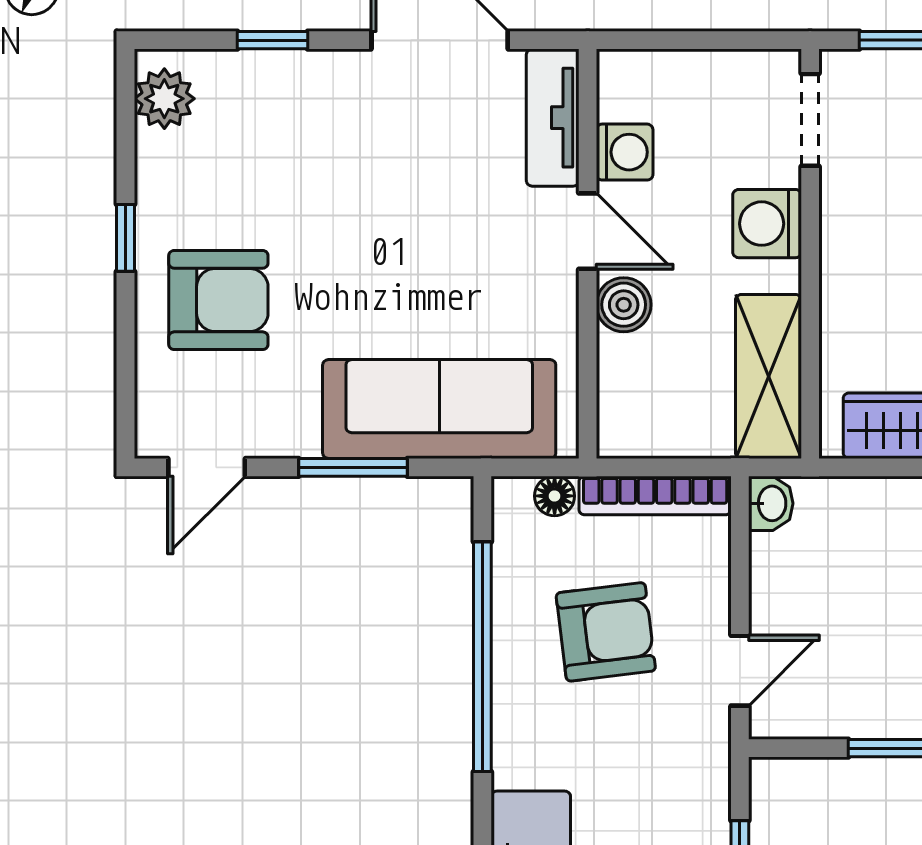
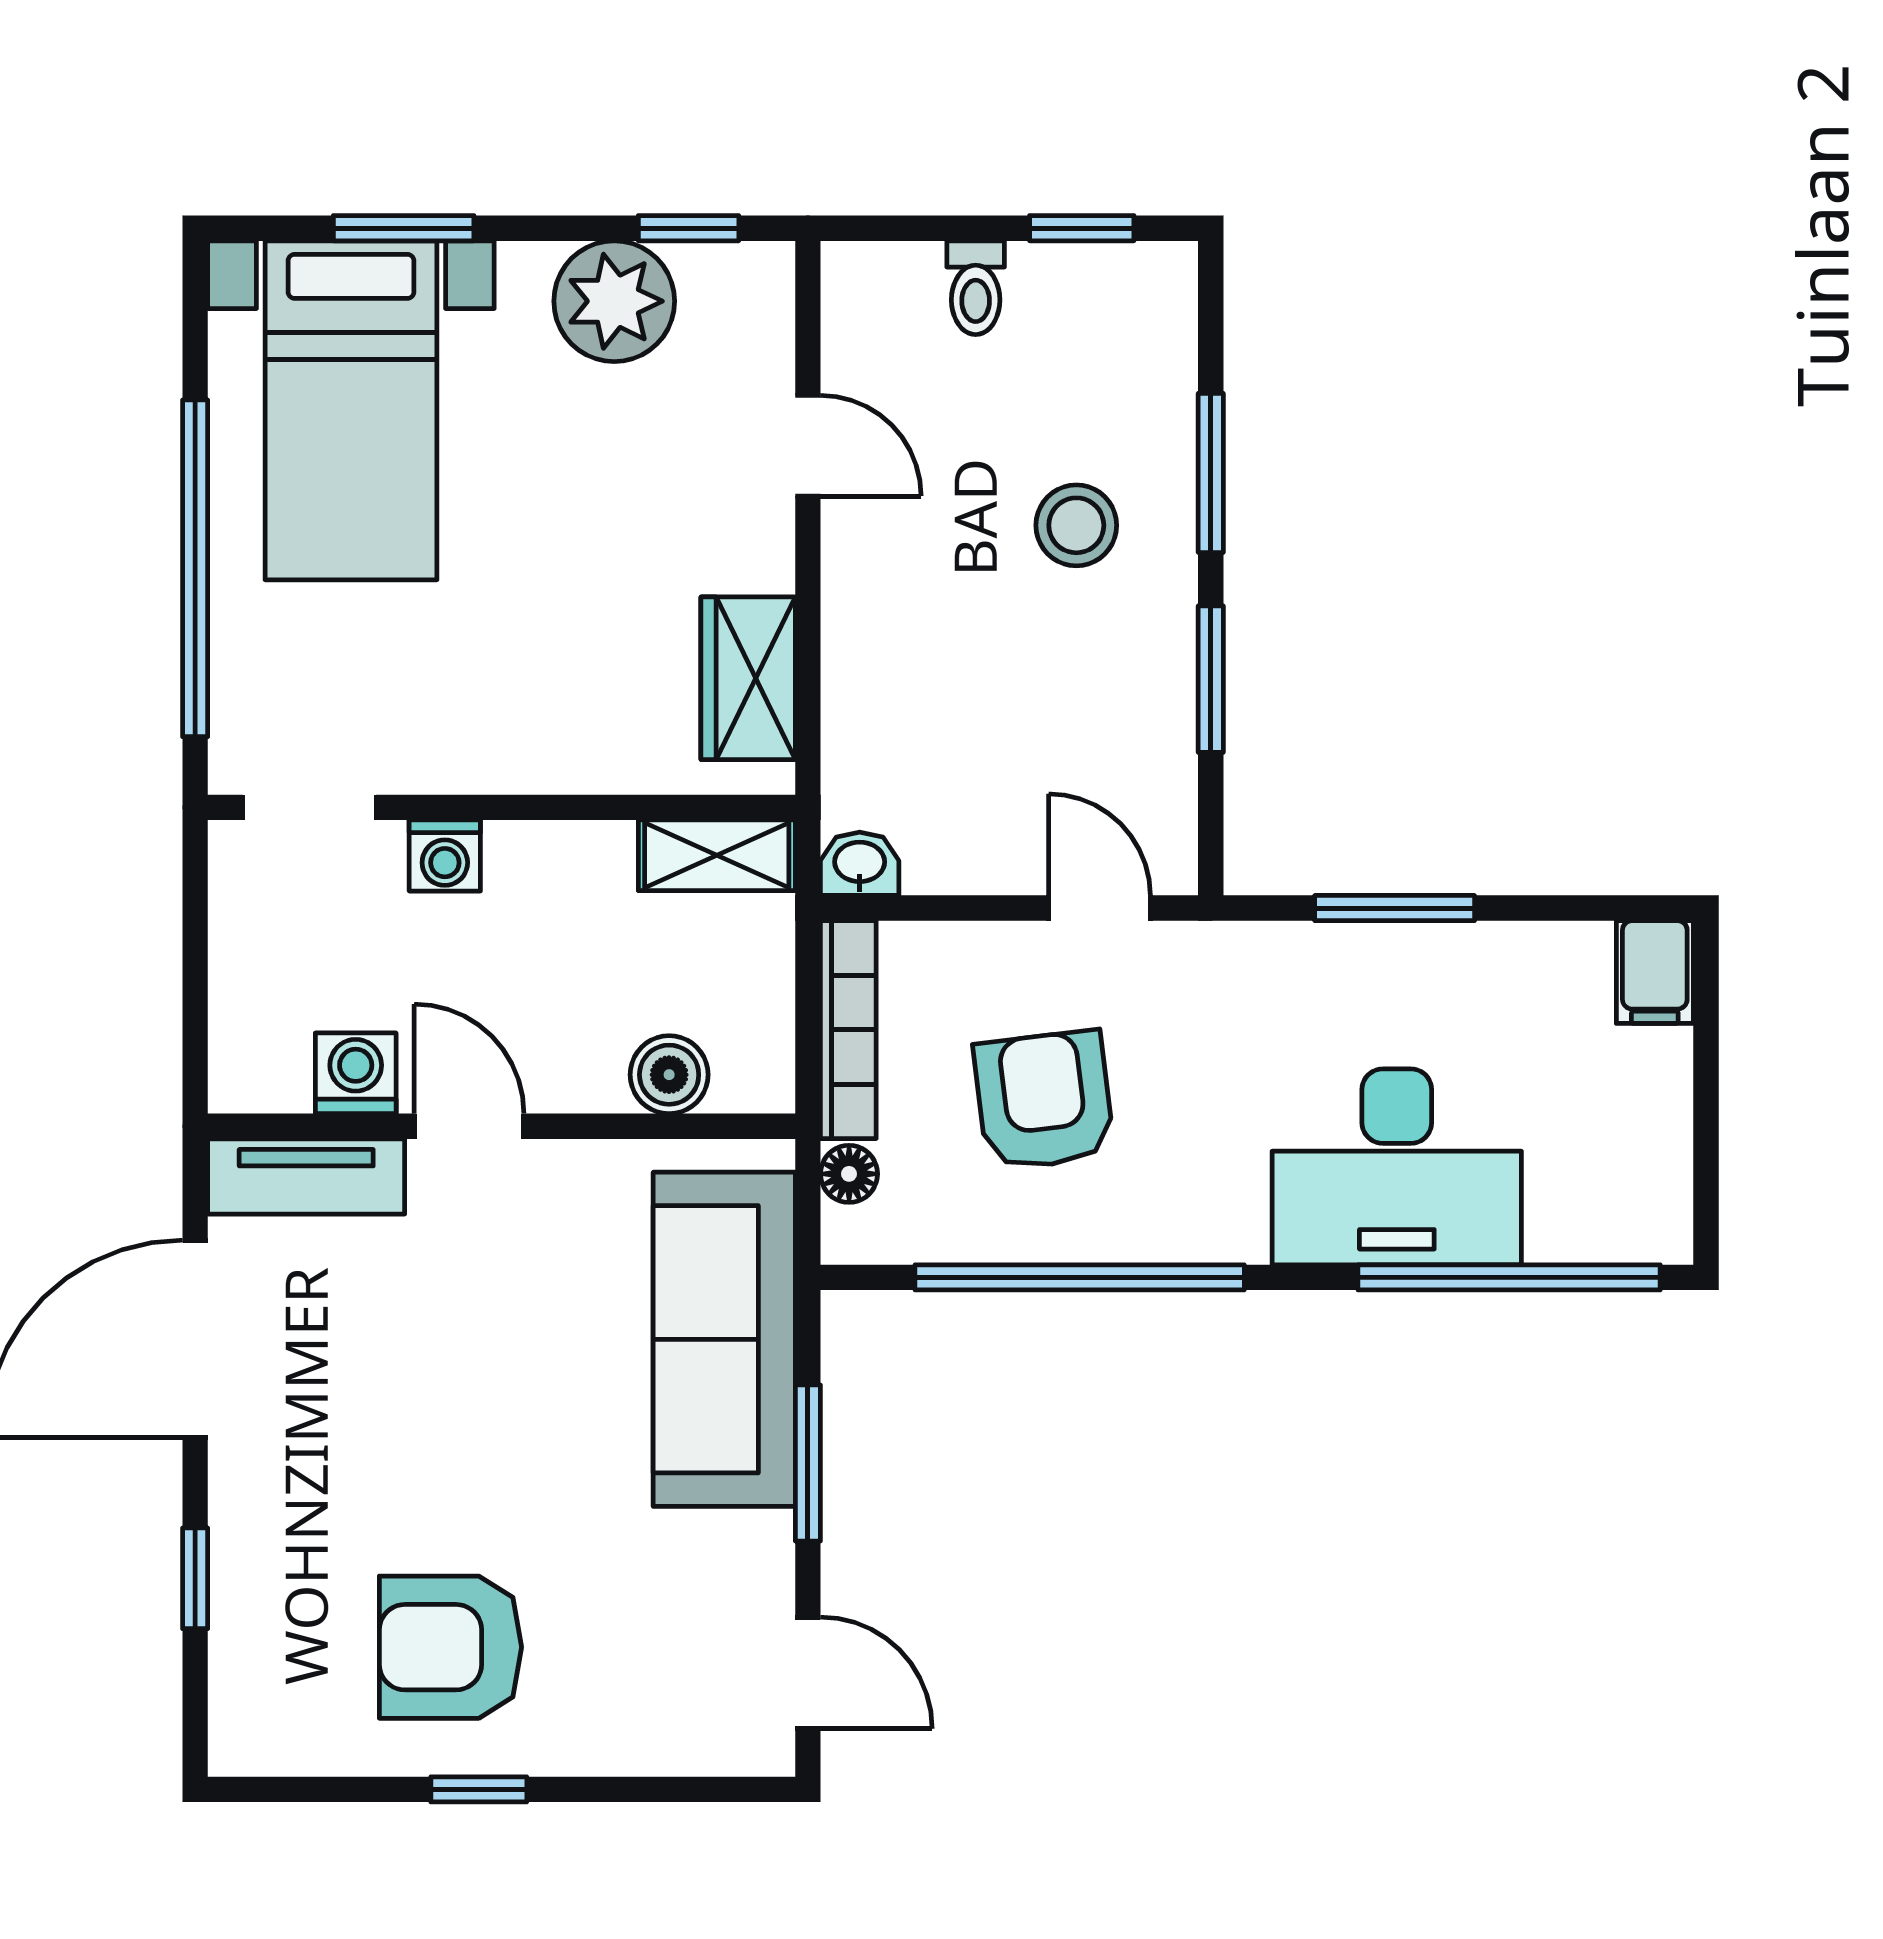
plant: (164, 99) -> (279, 1734), removed
washing machine: (767, 224) -> (445, 856), width x0.73, depth x0.73
door: (588, 231) -> (469, 1126), hinge flipped
armchair: (218, 300) -> (450, 1647), moved, turned -90
boiler: (624, 305) -> (669, 1075), moved
shelving: (768, 376) -> (717, 855), width x0.67, depth x0.75

